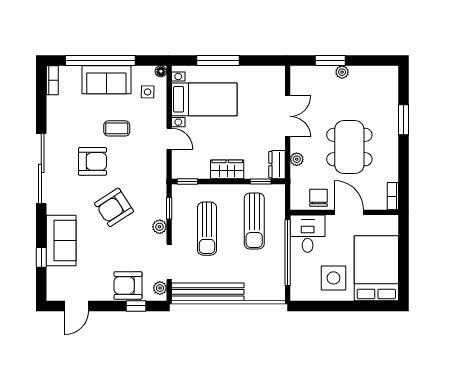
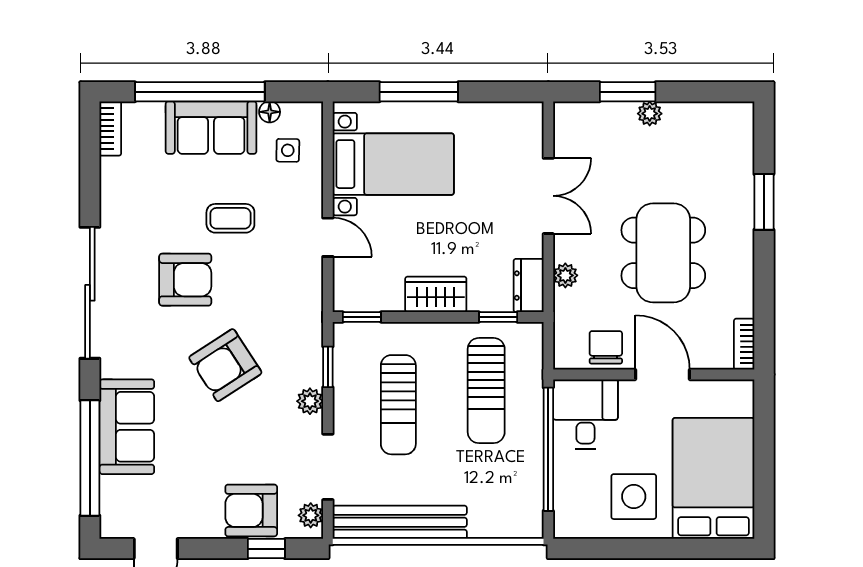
floor lamp: (161, 71) -> (270, 112), moved
window: (41, 257) -> (90, 458), width x3.17

